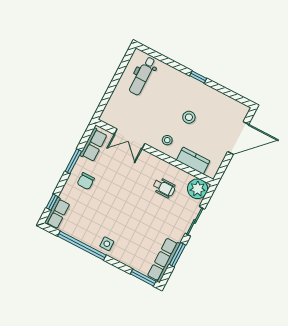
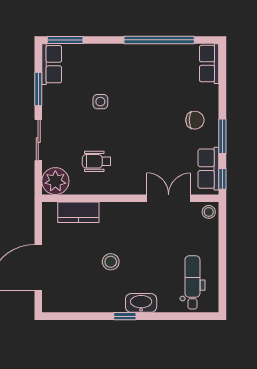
washbasin: (183, 80) -> (141, 303), added
stool: (167, 140) -> (209, 212), moved
chair: (86, 181) -> (195, 120), turned 90
window: (52, 202) -> (222, 179), moved
side table: (107, 244) -> (100, 102), moved
row of seats: (164, 260) -> (52, 64), width x0.68

